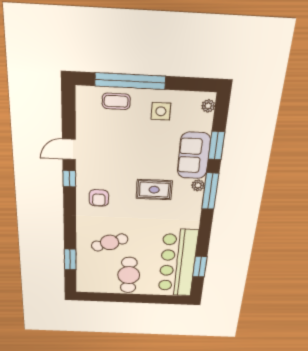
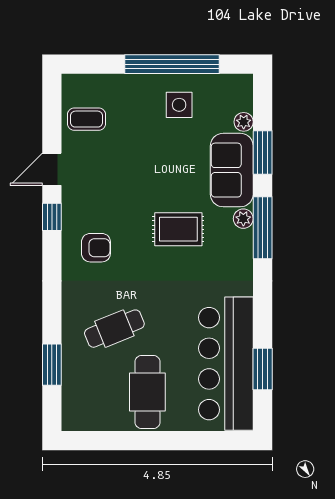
window: (130, 81) -> (172, 64), moved
coffee table: (116, 101) -> (87, 119), moved
plant: (208, 106) -> (244, 122), moved
armchair: (99, 198) -> (96, 248), turned -90

